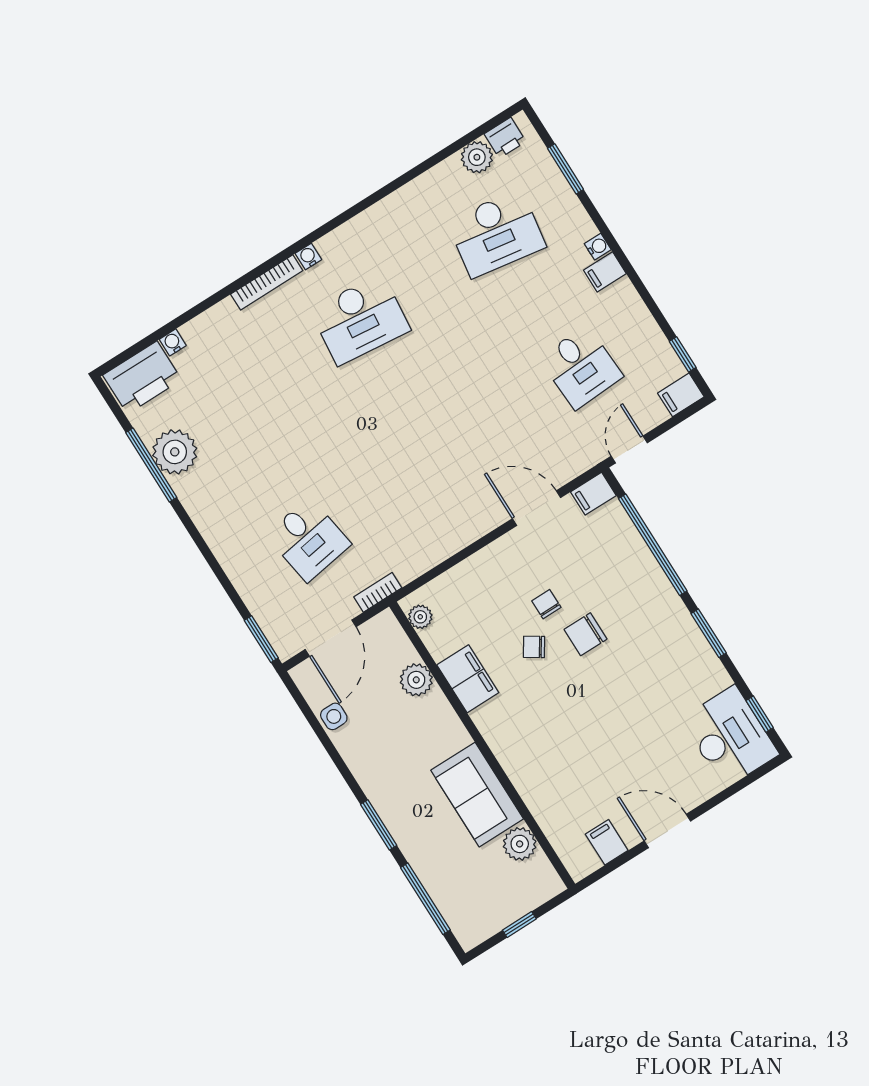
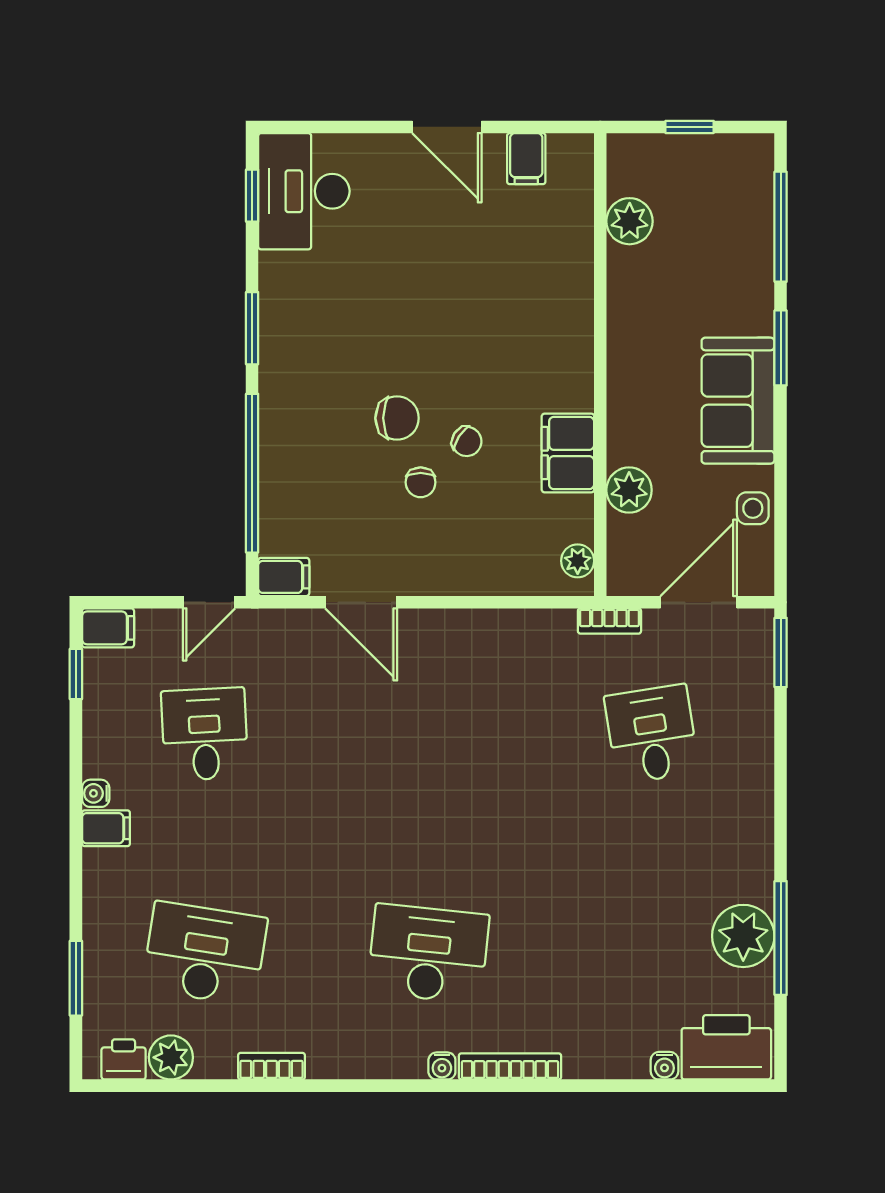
bookcase: (412, 191) -> (272, 1066), added
water cooler: (598, 247) -> (96, 793), moved
sofa: (477, 795) -> (738, 401), moved, turned 180

